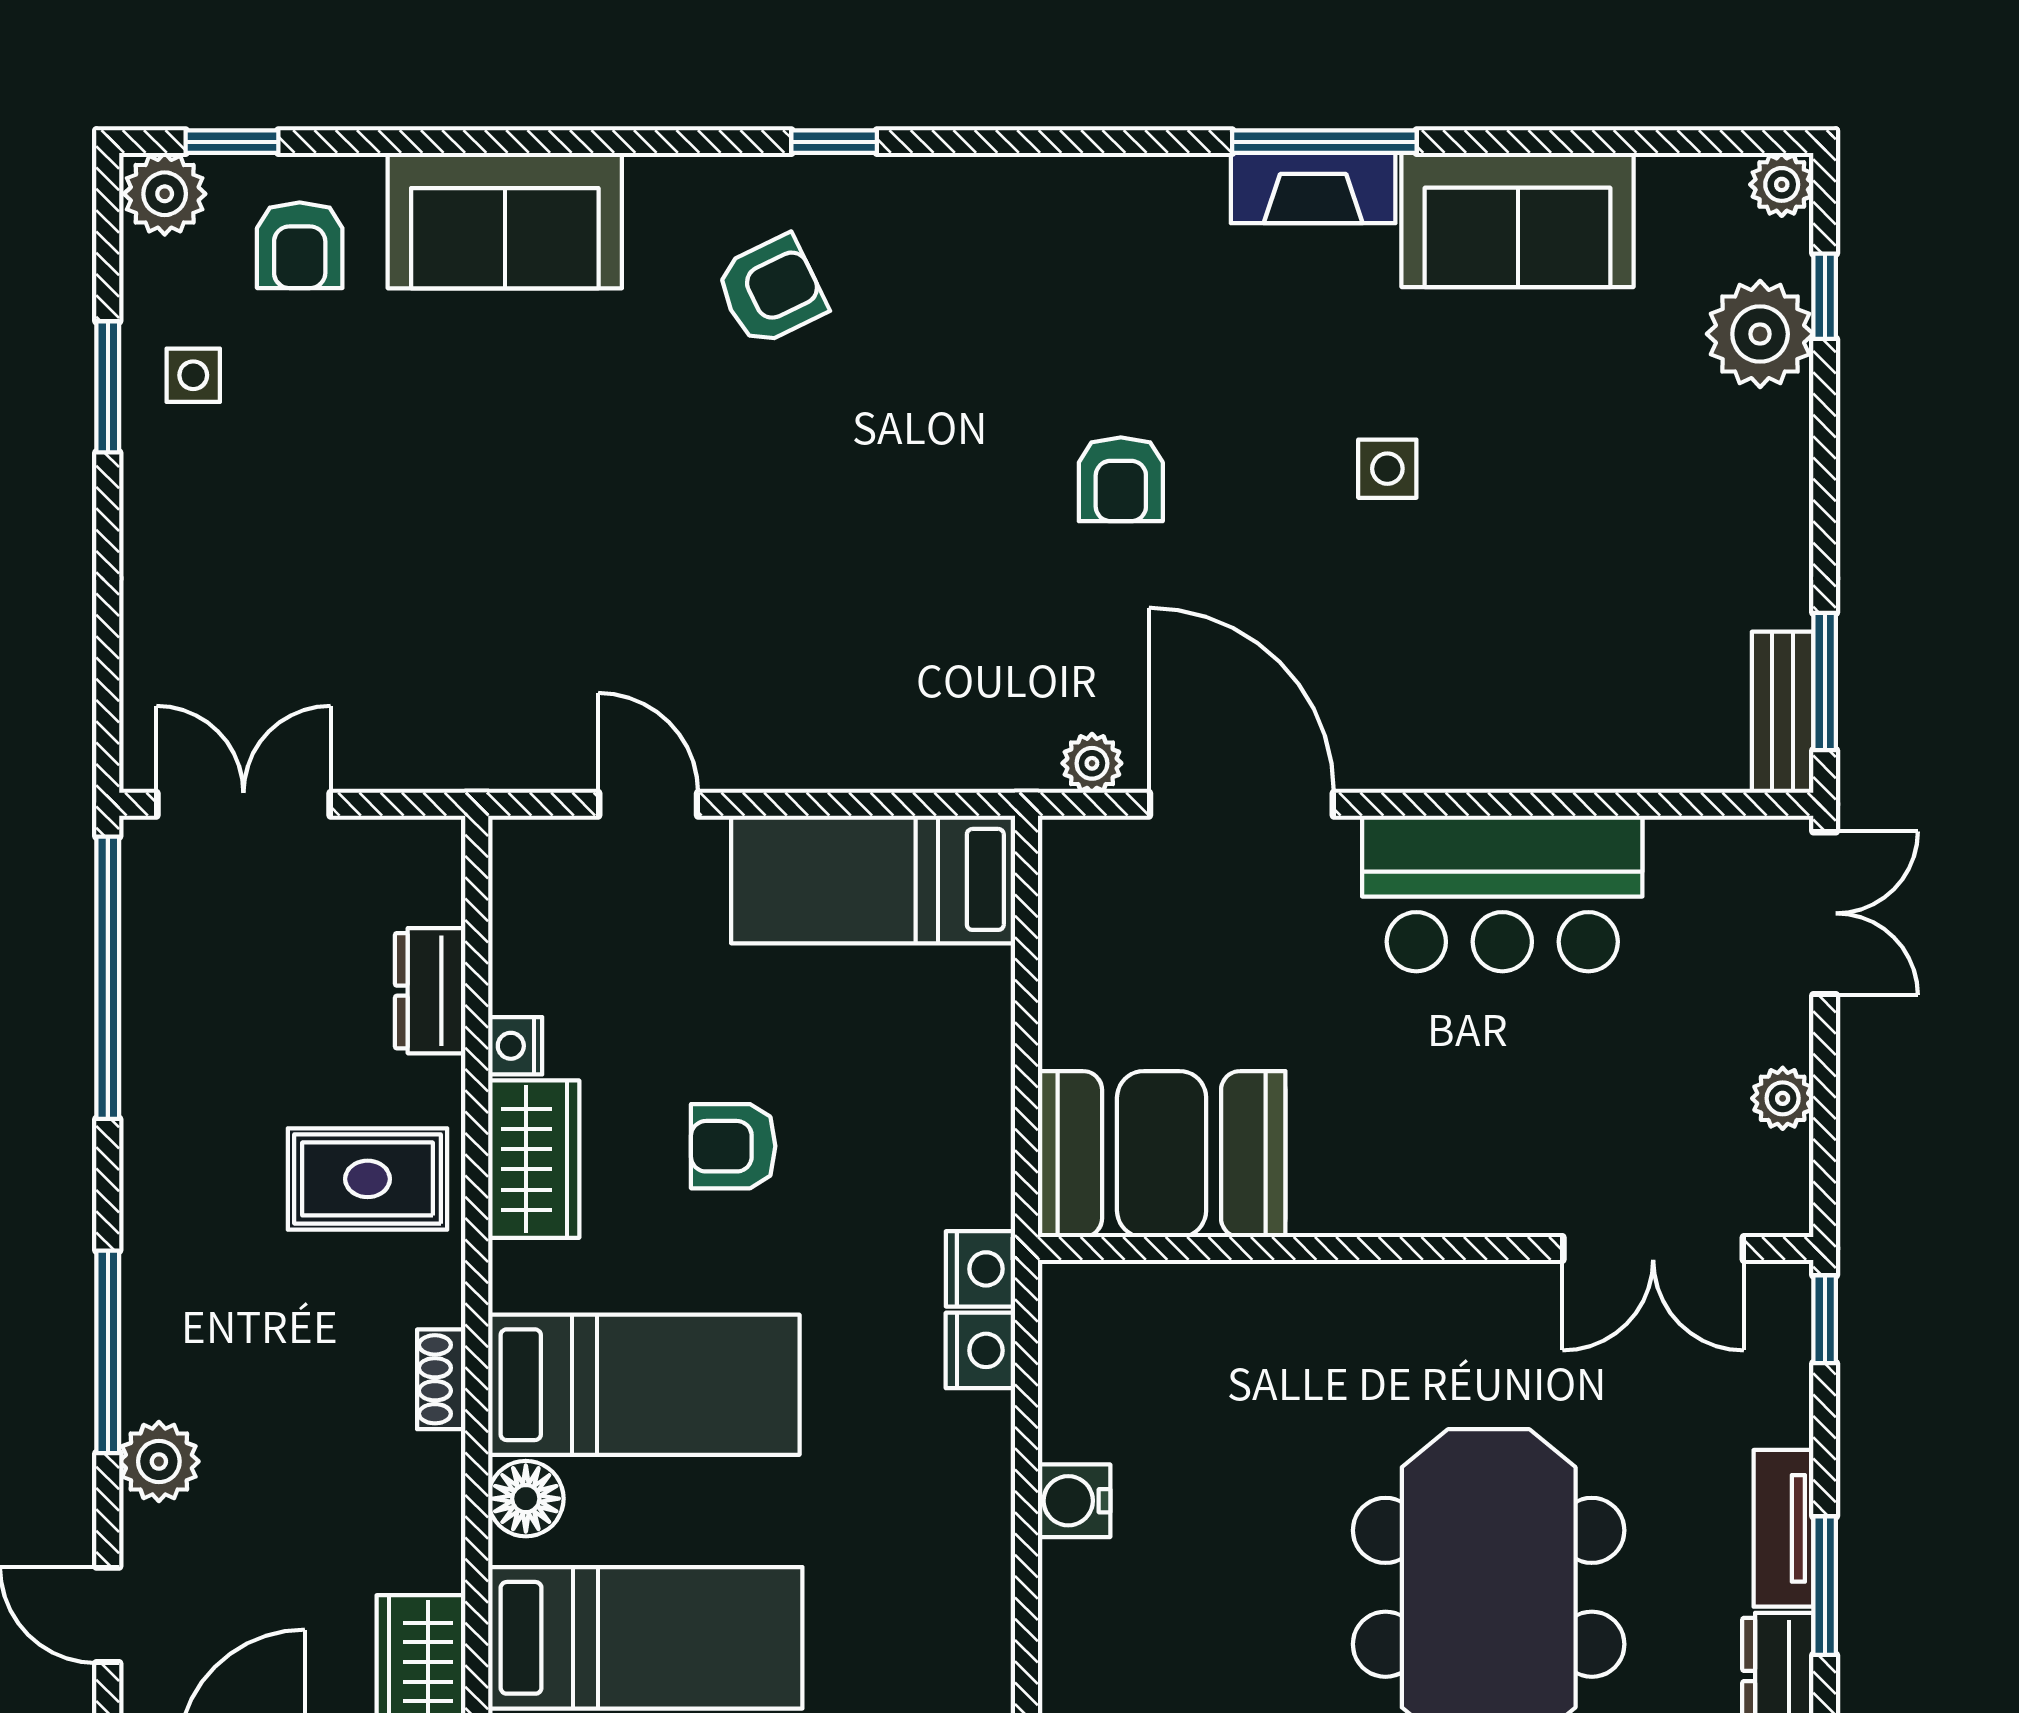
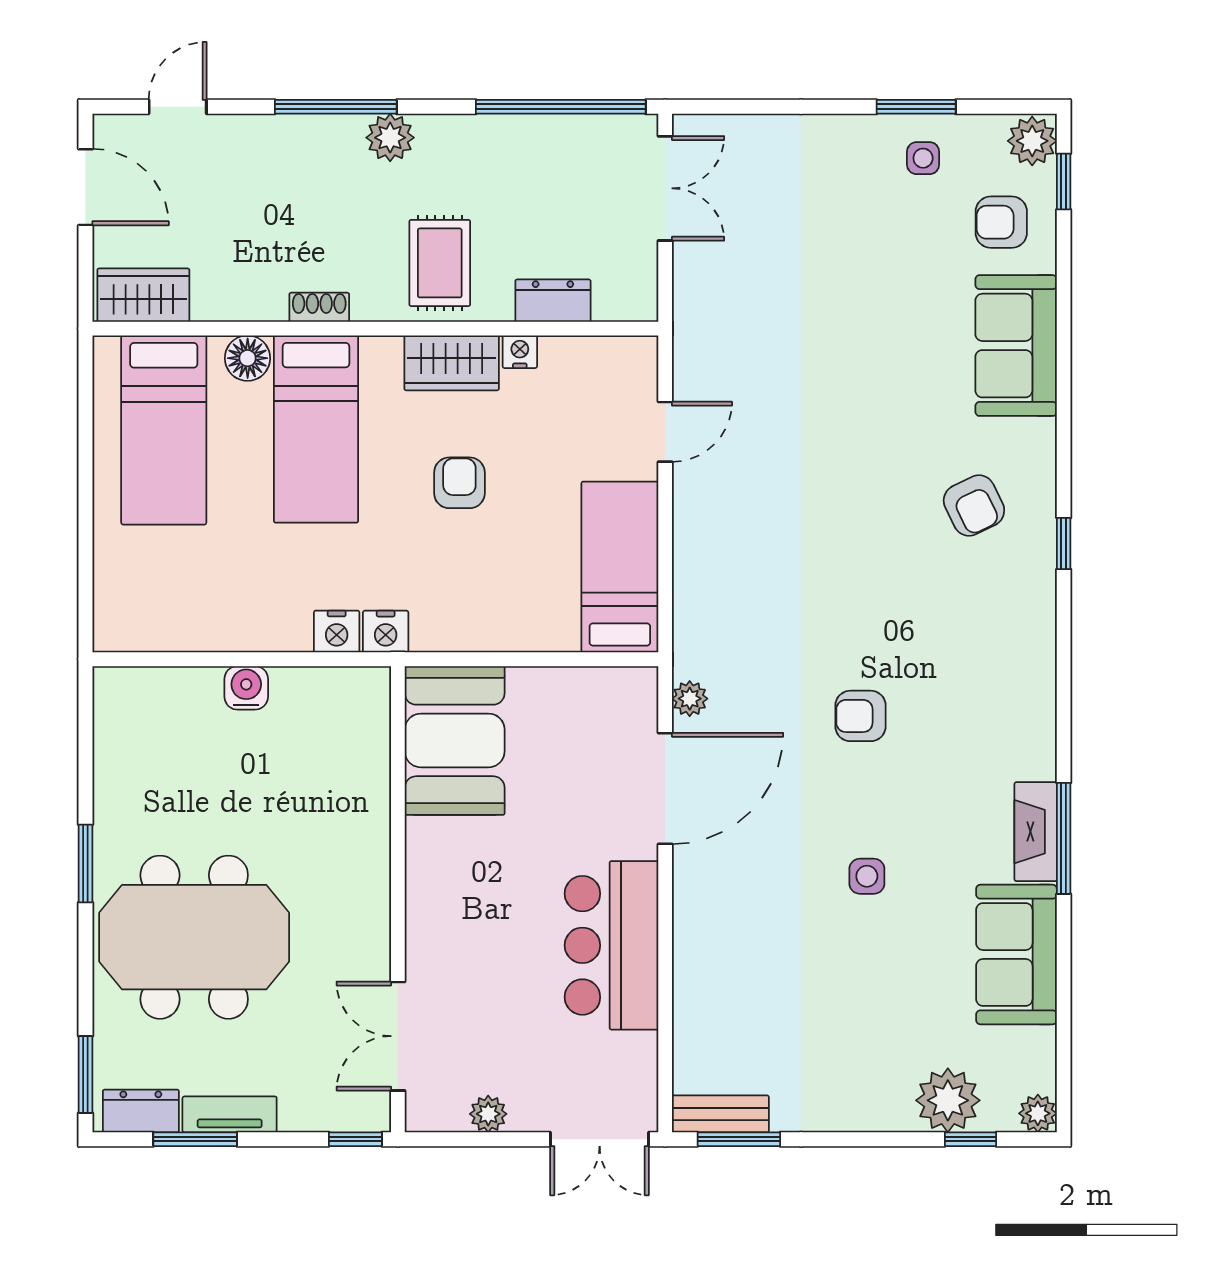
plant: (159, 1461) -> (390, 138), moved

